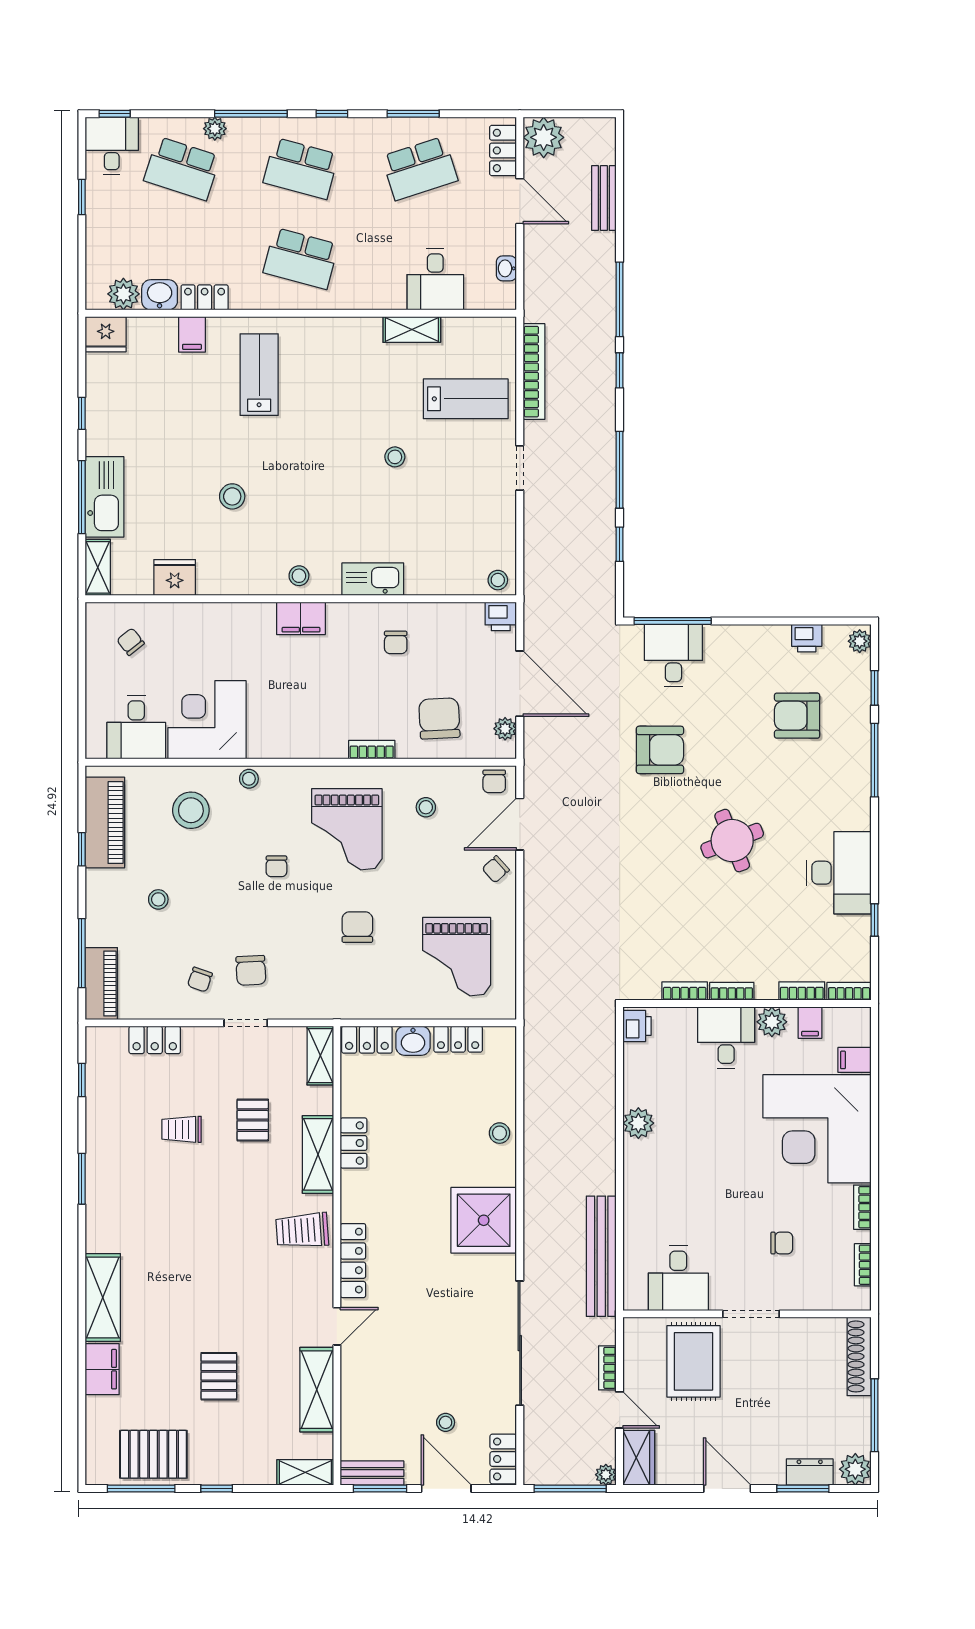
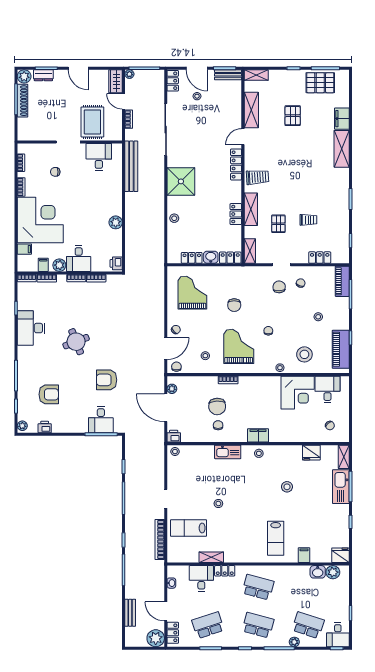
locker: (205, 297) -> (225, 571), moved
chair: (439, 718) -> (217, 406), moved
shoe rack: (859, 1356) -> (23, 101), moved

